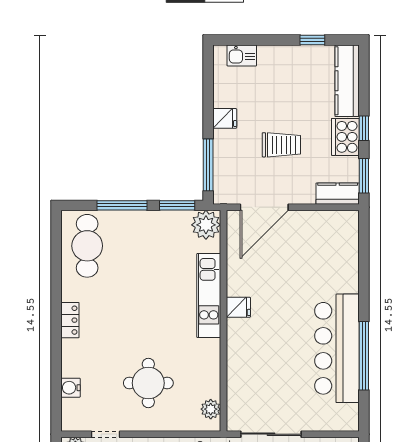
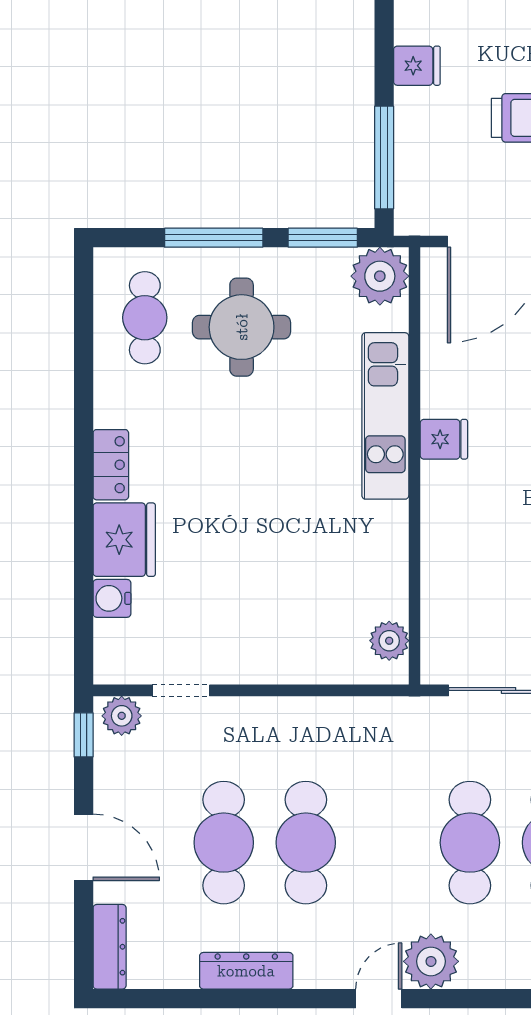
cafe table: (87, 246) -> (145, 318), width x0.73, depth x0.74
fridge: (77, 358) -> (124, 540), added
round table: (148, 383) -> (242, 327), moved

